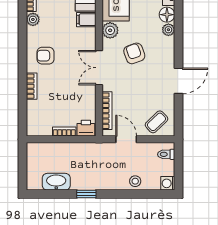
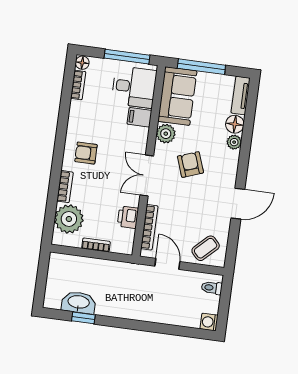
plant: (33, 19) -> (69, 219), moved, width x1.88, depth x1.88
printer: (86, 128) -> (128, 217), moved, turned -90
stool: (135, 181) -> (171, 314), removed
window: (86, 194) -> (83, 318), moved

